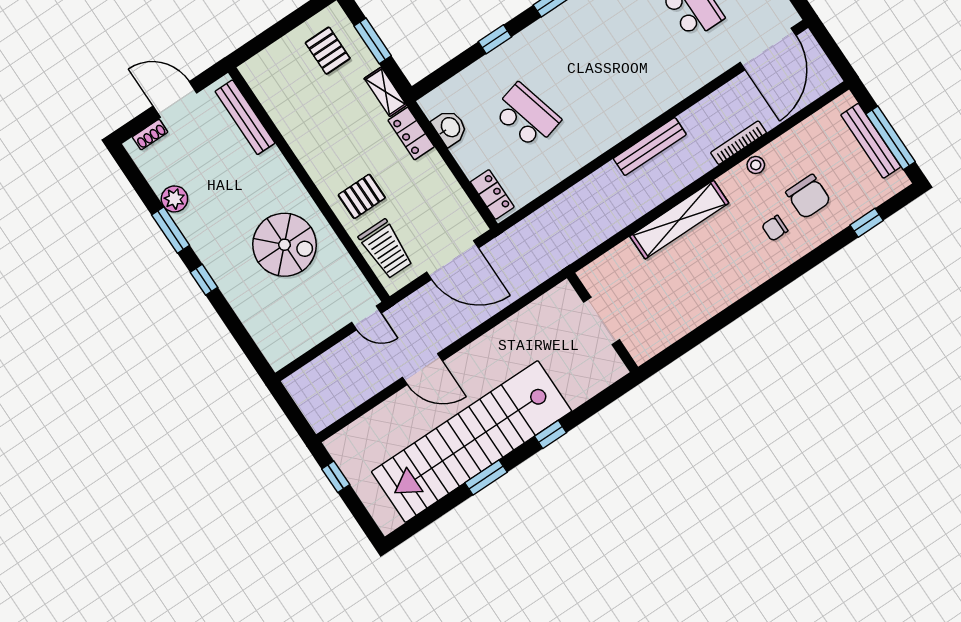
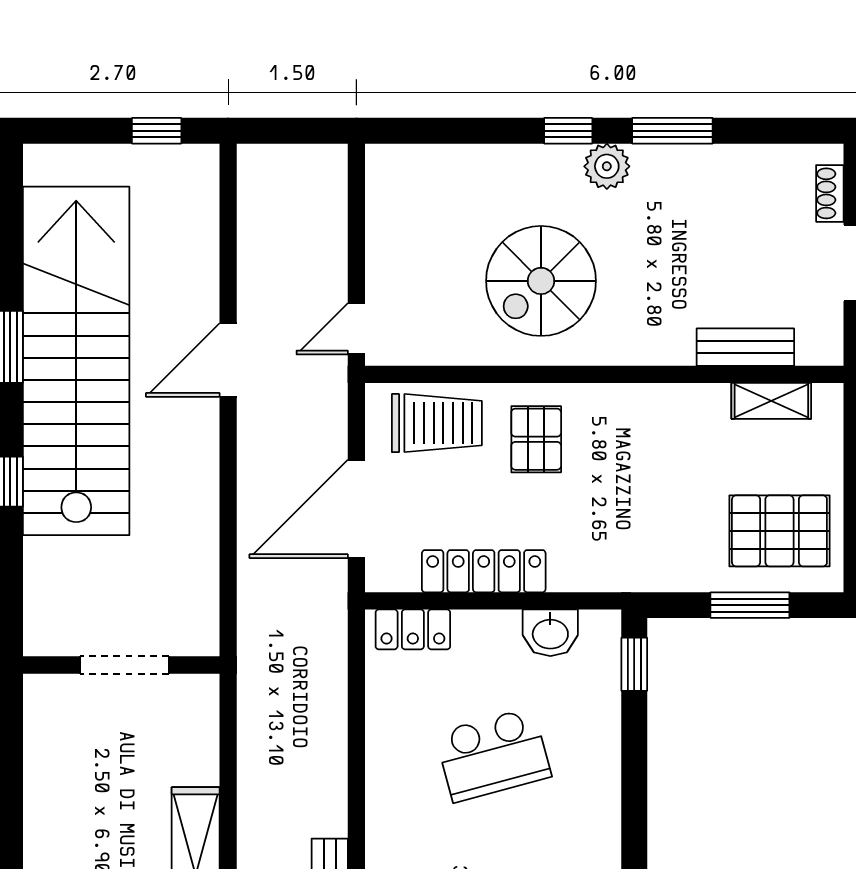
window: (495, 39) -> (634, 664), moved
pallet: (328, 51) -> (779, 531), width x1.50, depth x1.42
shelving: (385, 92) -> (771, 401), moved
bench: (245, 117) -> (745, 347), width x0.73
locker: (411, 134) -> (484, 571), moved, width x1.53
plant: (174, 199) -> (607, 166), moved
trolley: (386, 249) -> (437, 423), turned 180

